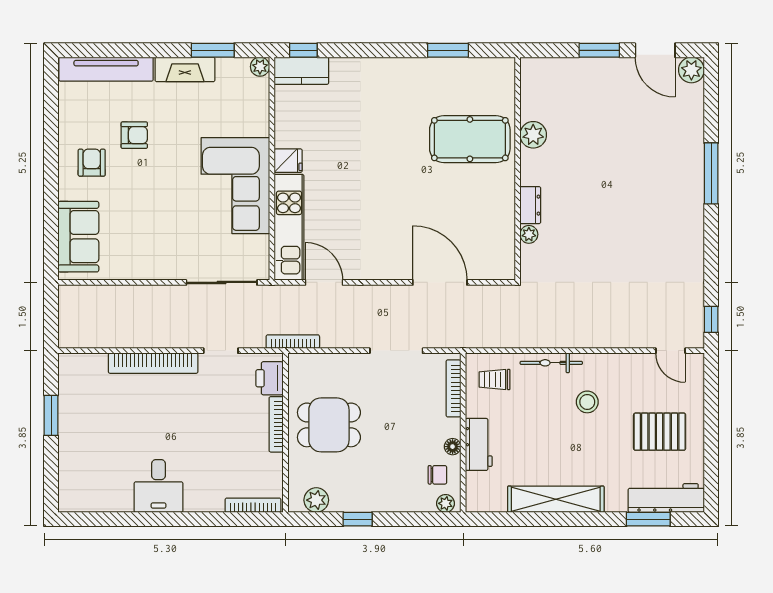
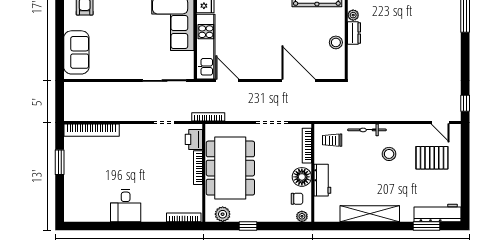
stool: (501, 220) -> (336, 42), added
plant: (529, 234) -> (353, 15), moved
bookcase: (153, 363) -> (92, 130), moved
dining table: (329, 425) -> (230, 168), width x1.88, depth x1.24
pallet: (660, 432) -> (432, 158), moved
floor lamp: (453, 447) -> (302, 177), width x1.89, depth x1.89

